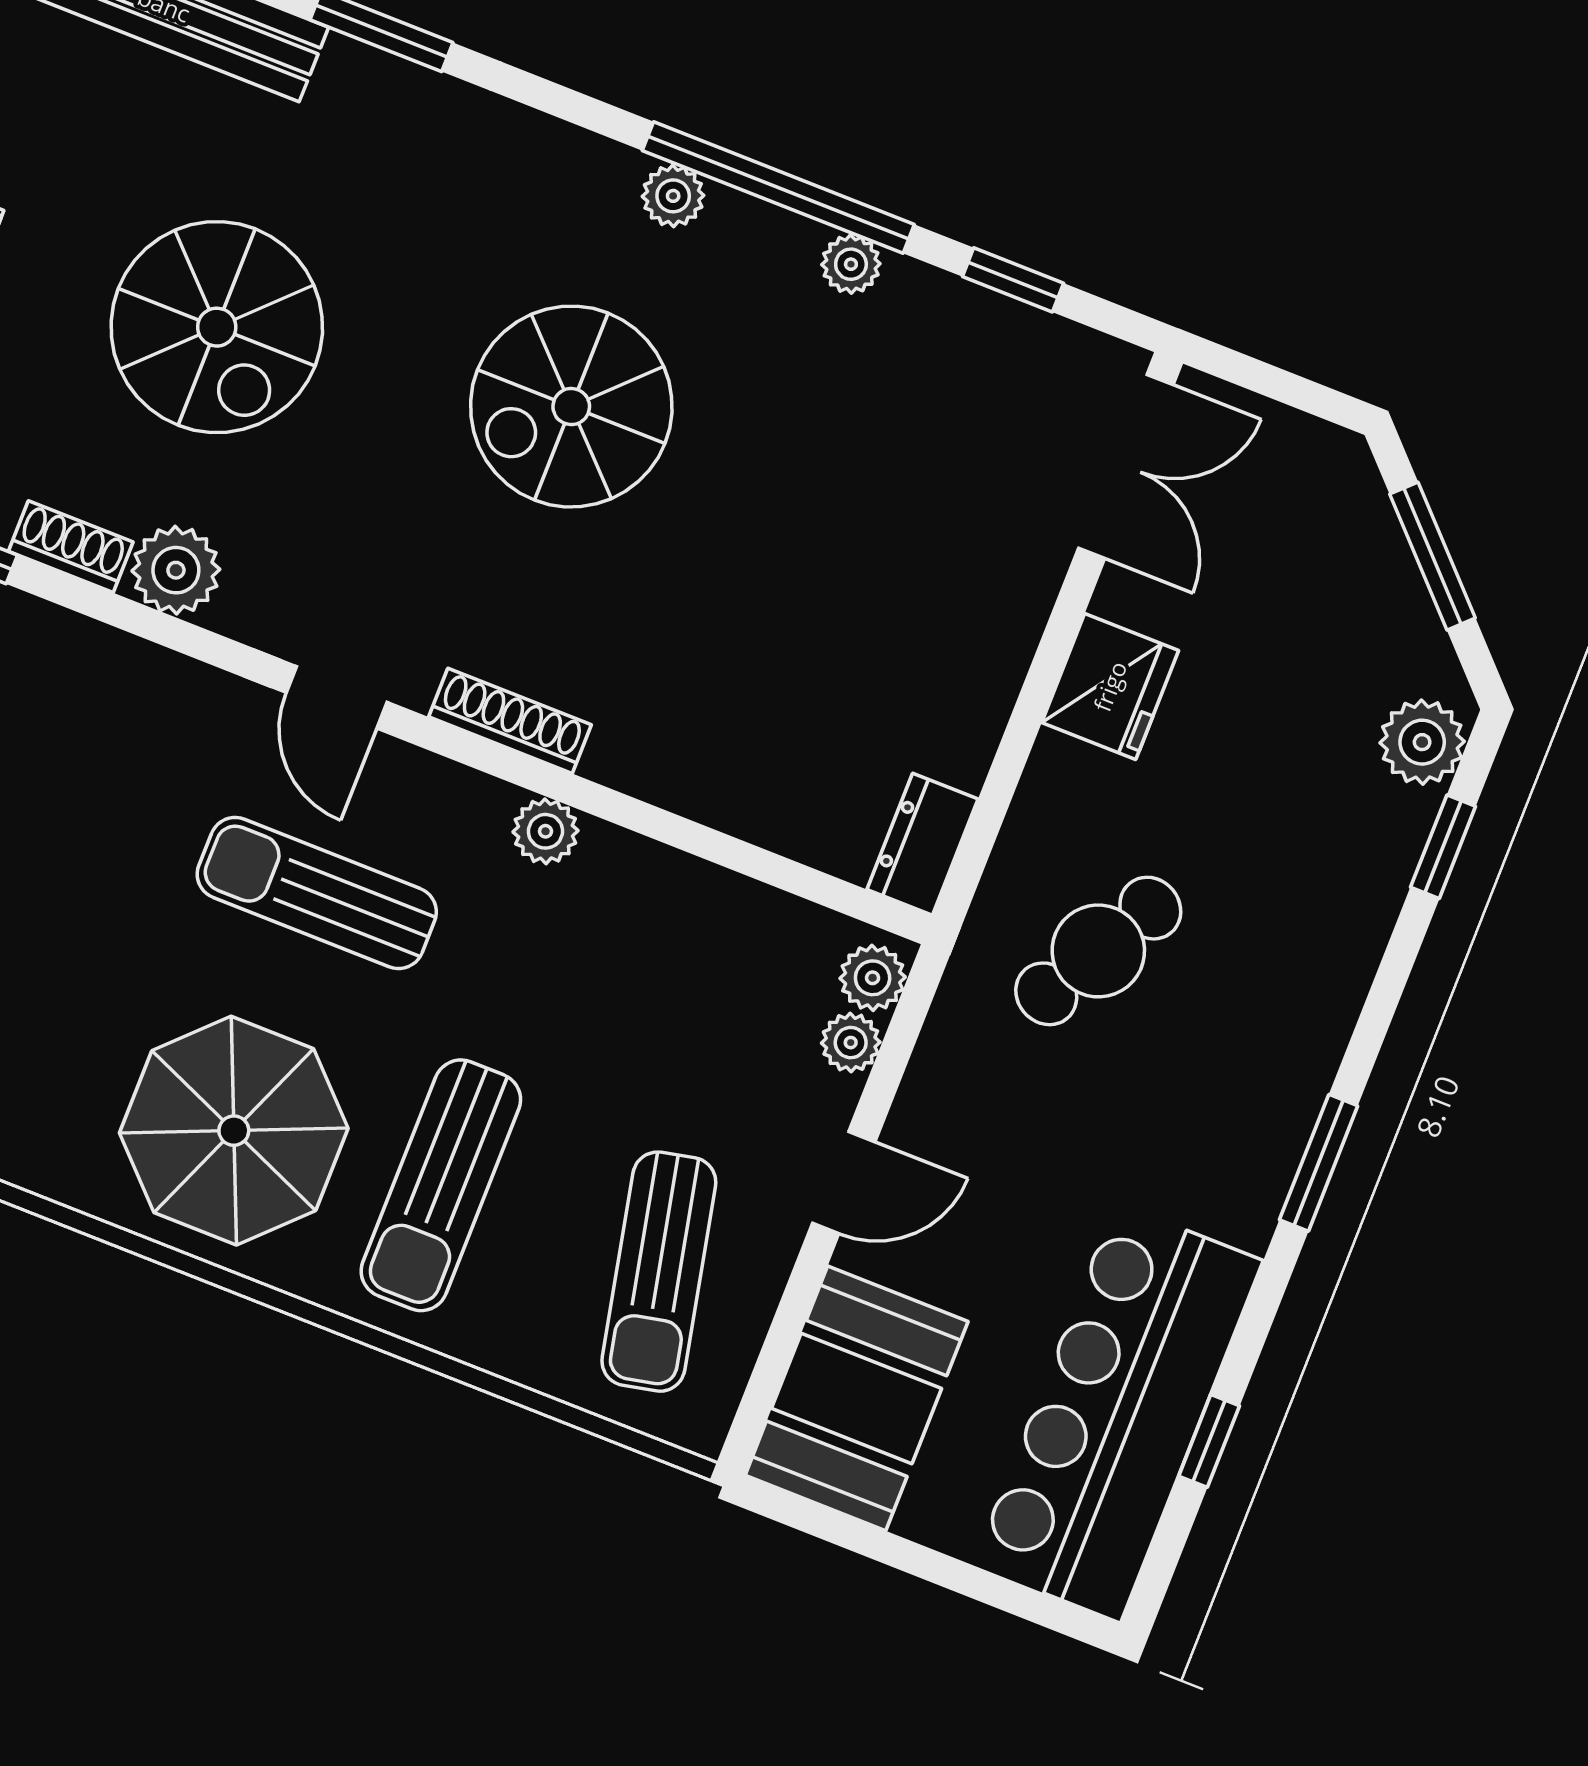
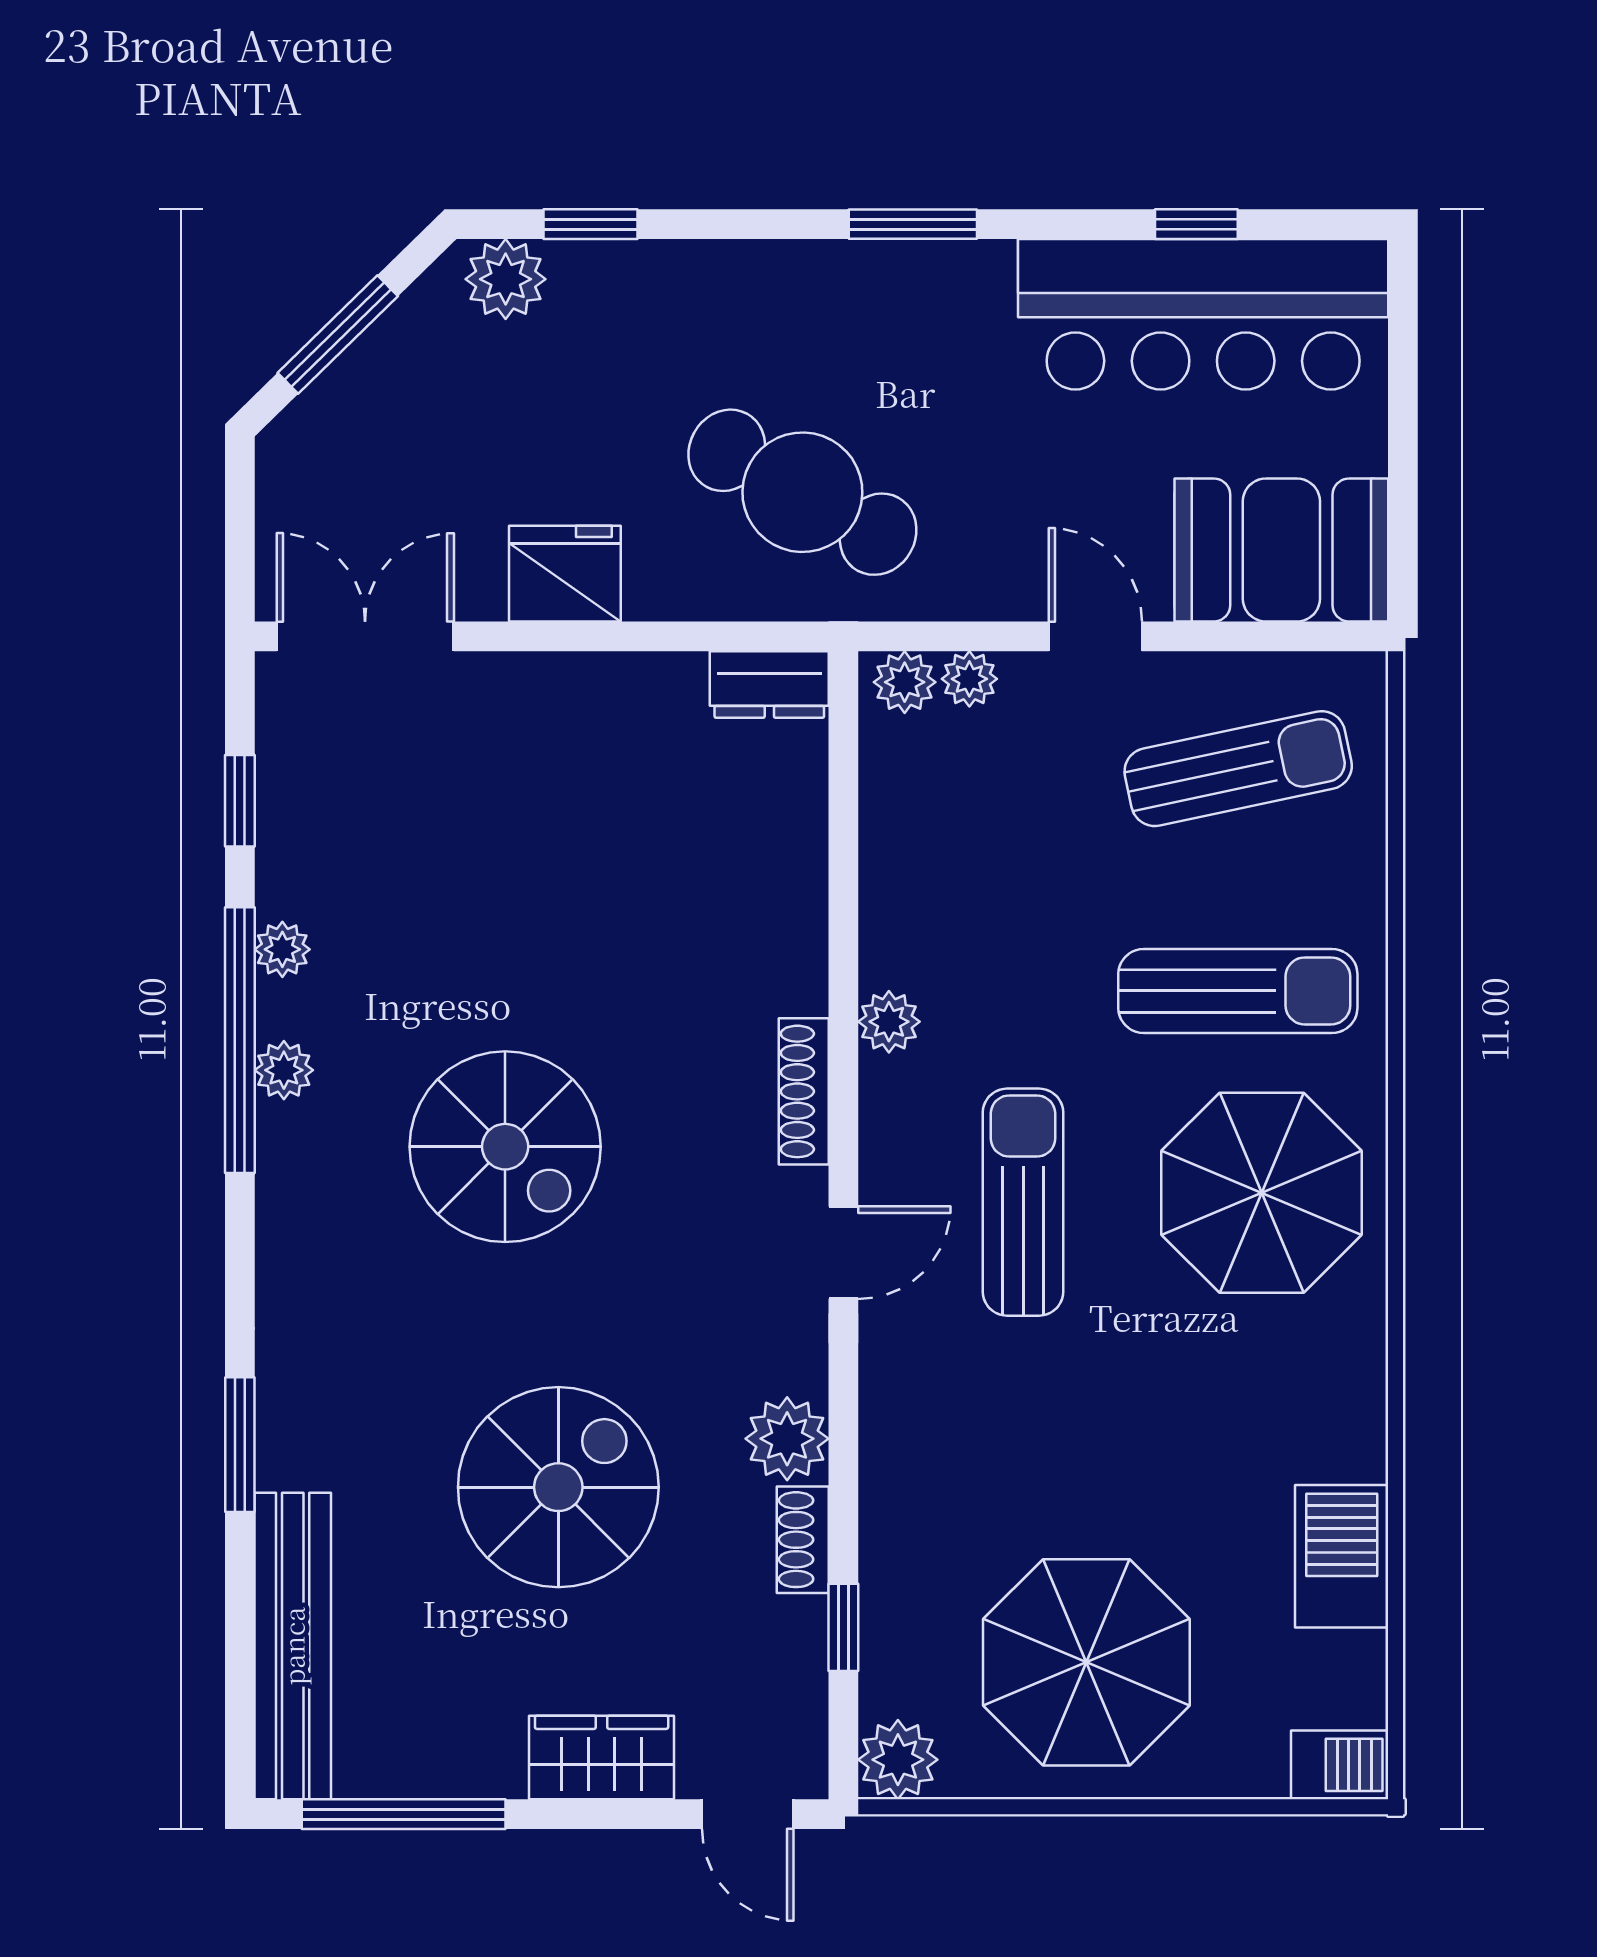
plant: (673, 196) -> (284, 1070), moved
sun lounger: (317, 893) -> (1023, 1202), turned 180
cafe table: (1098, 951) -> (802, 492), width x1.37, depth x1.35

